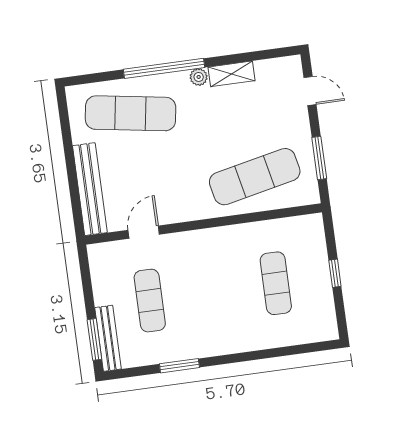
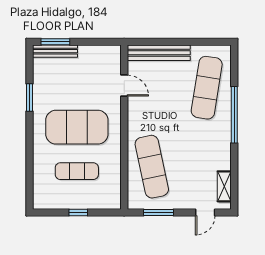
shelving: (231, 74) -> (224, 186), moved
plant: (199, 77) -> (225, 138), removed
exercise mat: (150, 301) -> (77, 127), moved, width x2.00, depth x1.45

